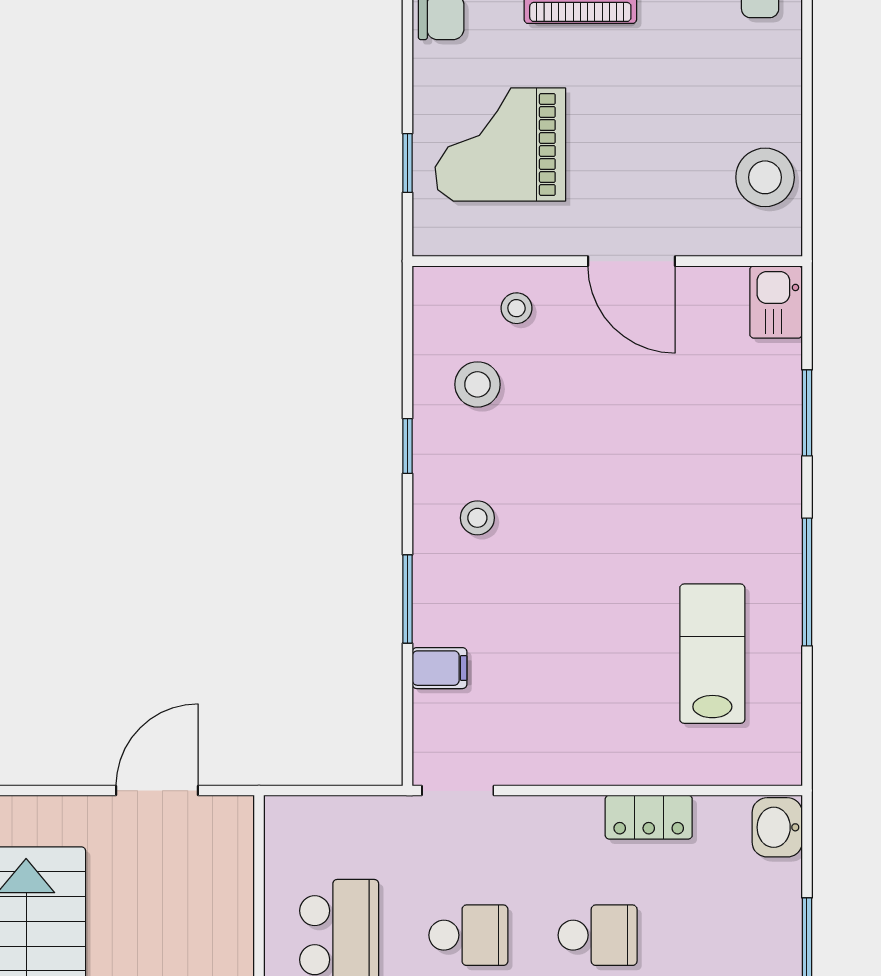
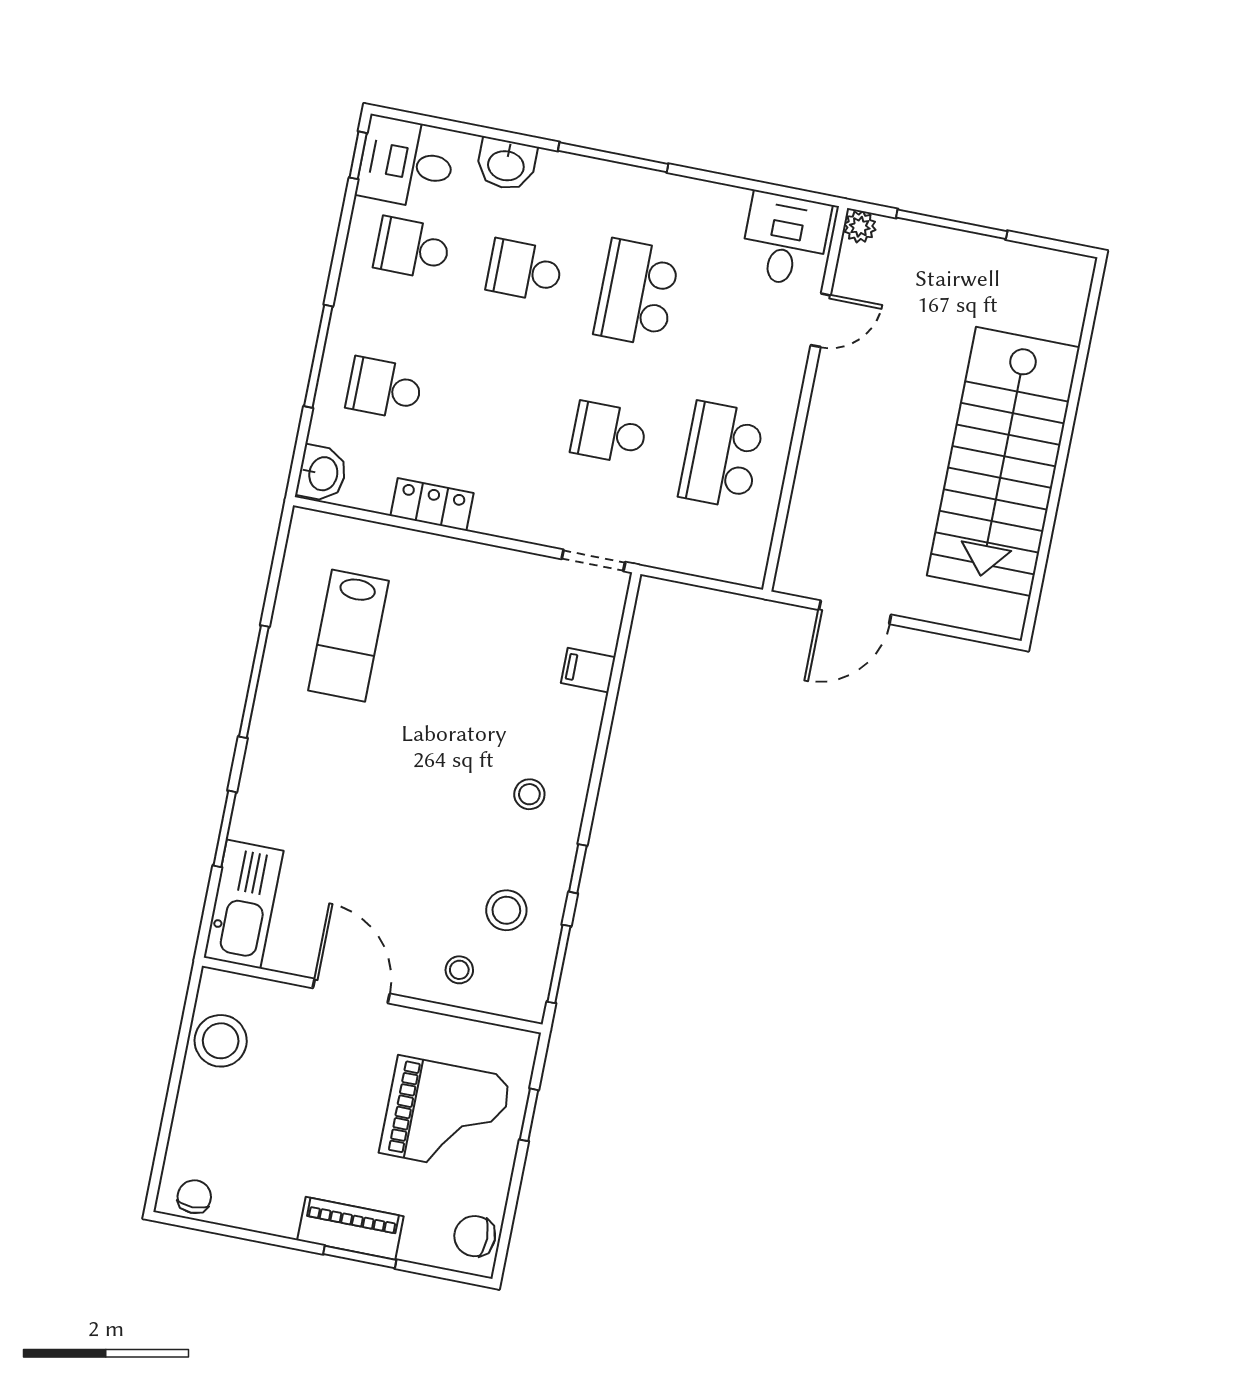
kitchen sink: (776, 302) -> (244, 904), width x1.87, depth x1.24
window: (408, 599) -> (559, 964), moved
school desk: (598, 935) -> (384, 388), moved

